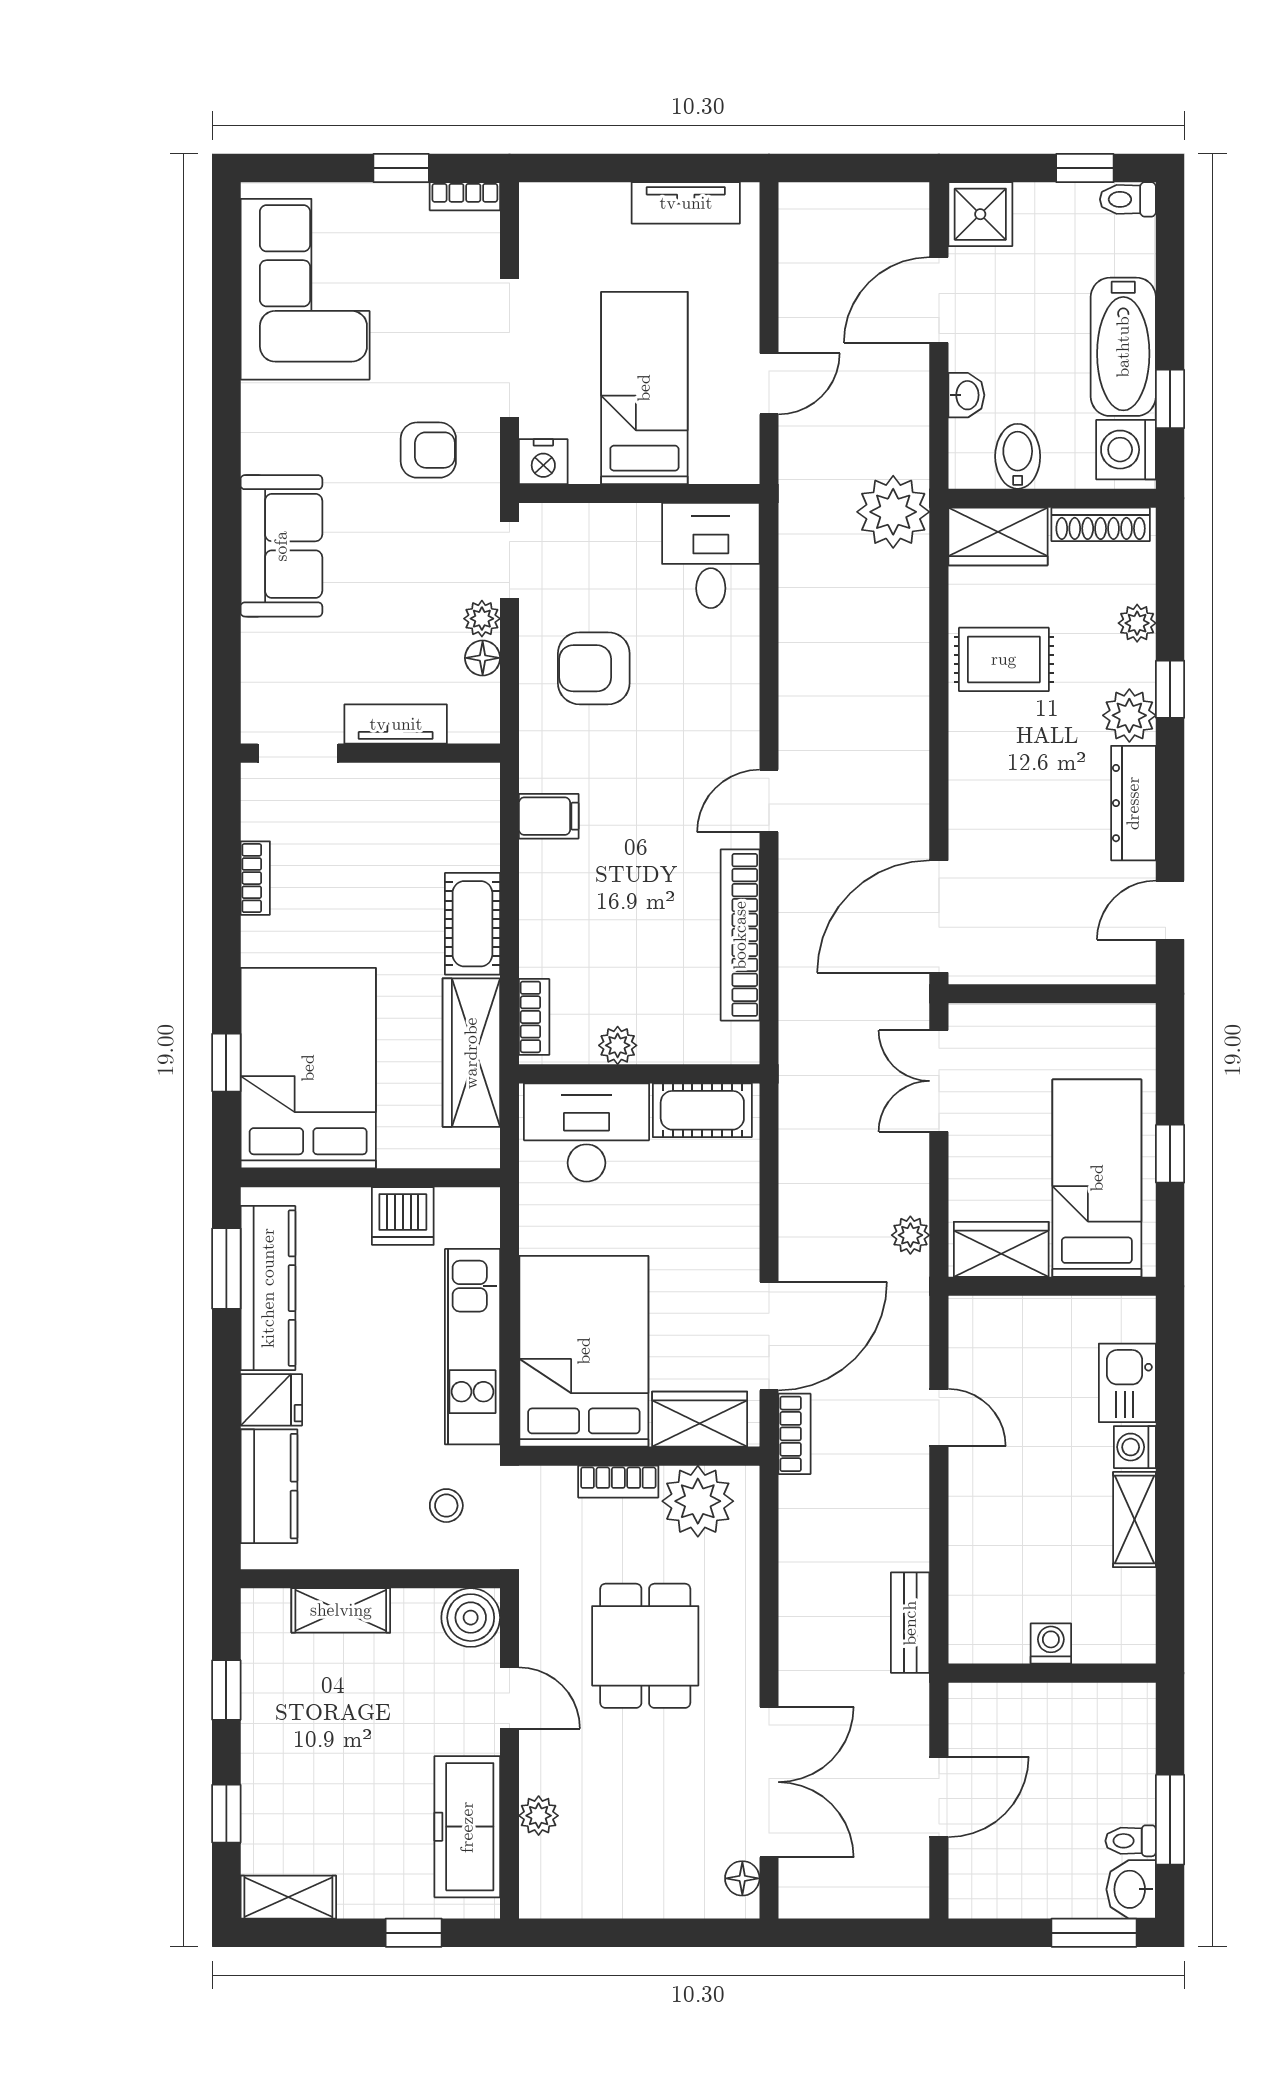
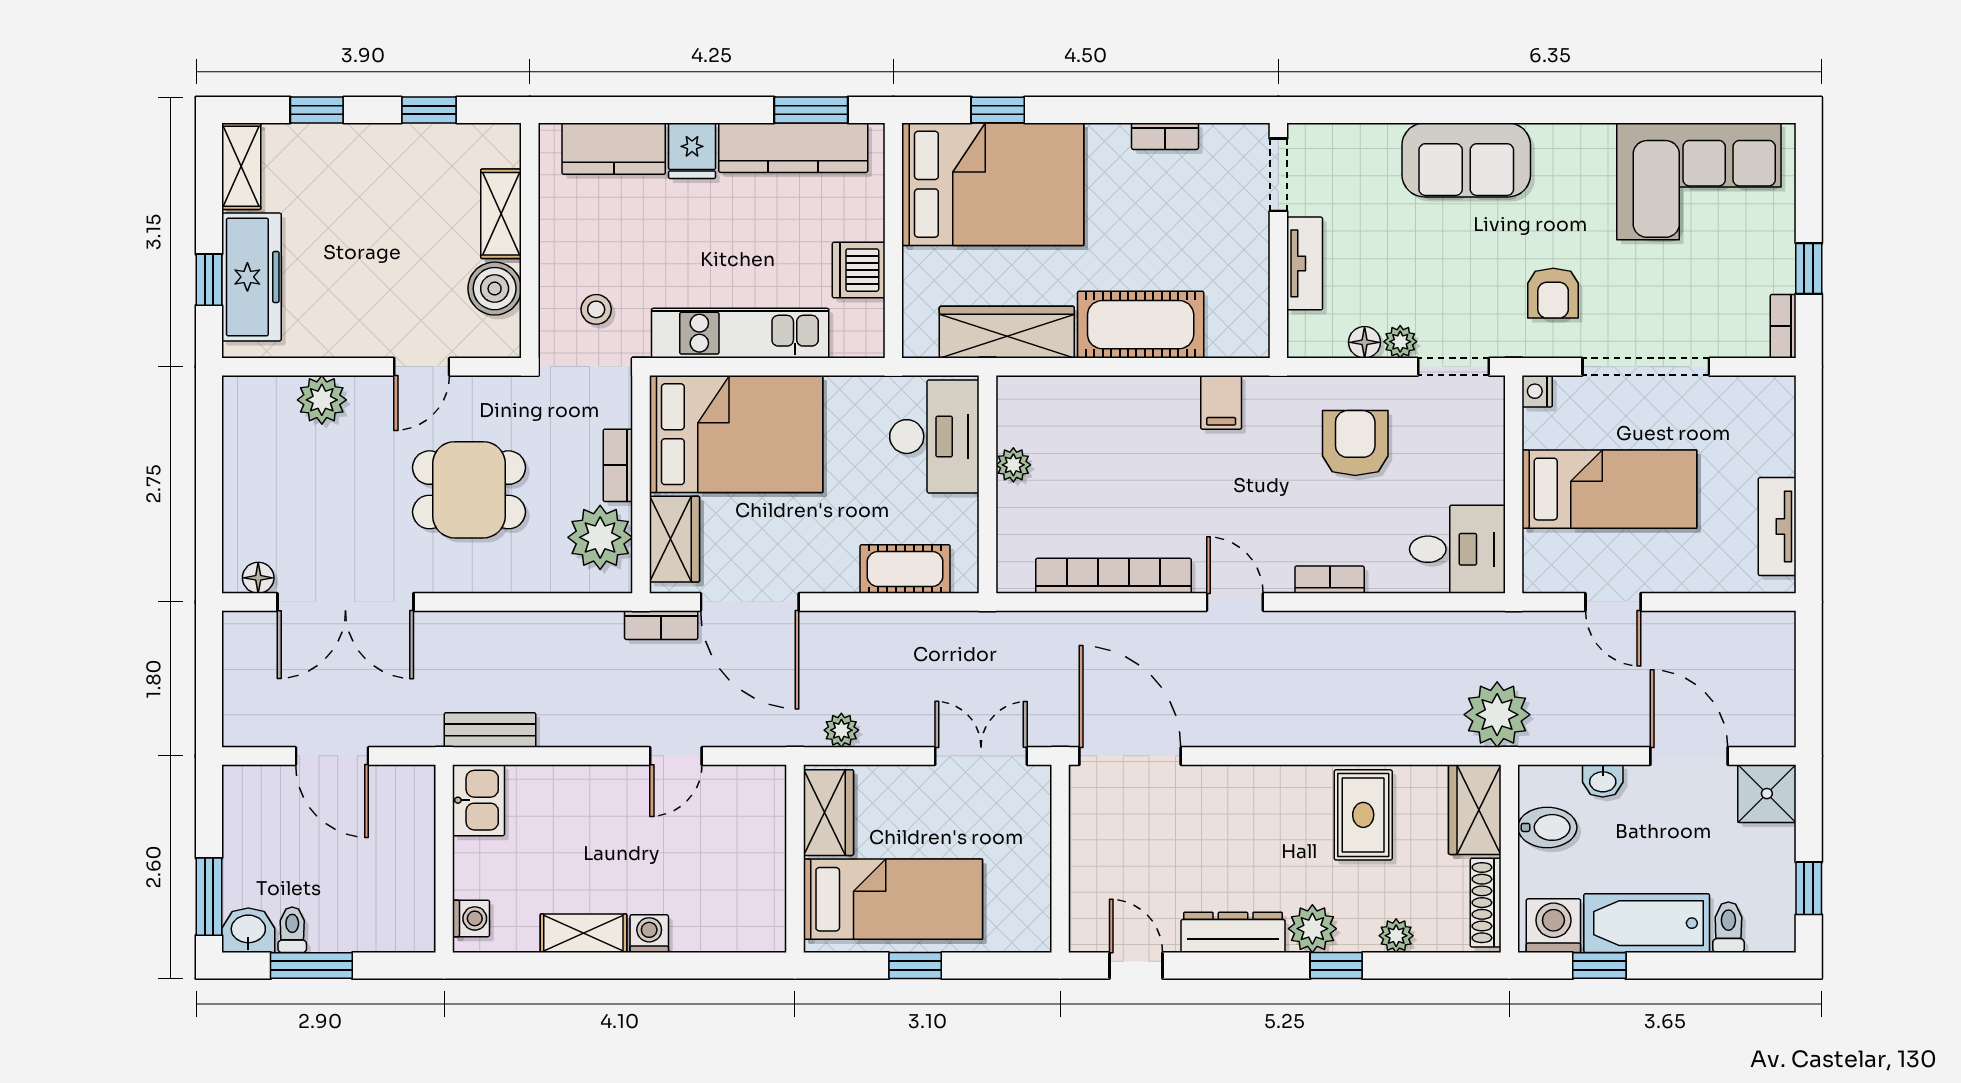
toilet: (1128, 199) -> (1728, 927), moved
nightstand: (543, 462) -> (1537, 391), width x0.72, depth x0.74
cot: (472, 924) -> (1141, 325), width x1.37, depth x1.34
bookcase: (534, 1017) -> (1330, 580), moved, turned 180
cot: (702, 1110) -> (905, 569), moved, turned 90
kitchen sink: (1127, 1383) -> (479, 800), moved, turned 90
boiler: (471, 1618) -> (495, 289), moved
washing machine: (1051, 1643) -> (471, 918), moved
plant: (539, 1816) -> (322, 400), width x1.38, depth x1.38
freezer: (467, 1827) -> (251, 277), moved, turned 90

